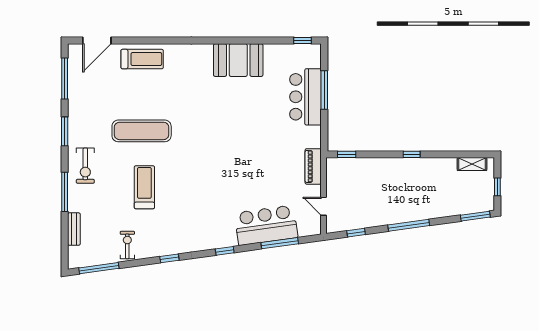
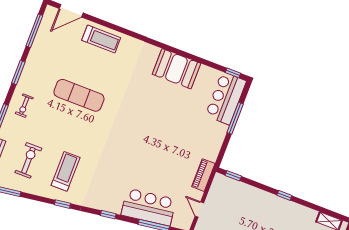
bar counter: (305, 97) -> (226, 98), moved
exercise bike: (85, 166) -> (24, 106), width x0.73, depth x0.72
treadmill: (144, 187) -> (66, 171), moved
exercise bike: (127, 245) -> (28, 160), moved, width x1.38, depth x1.39

